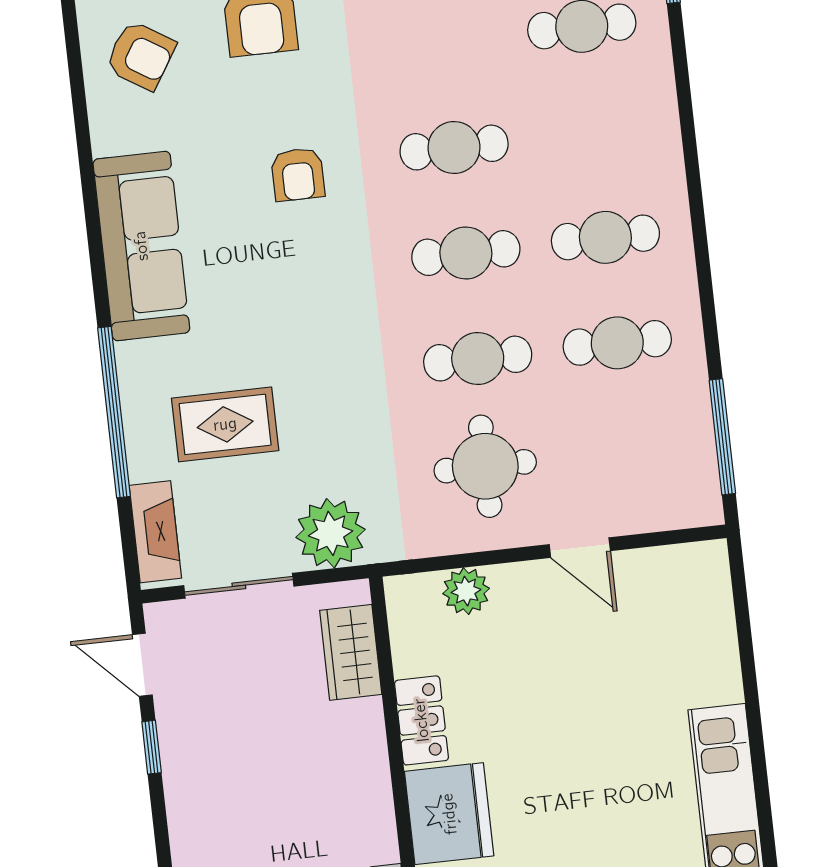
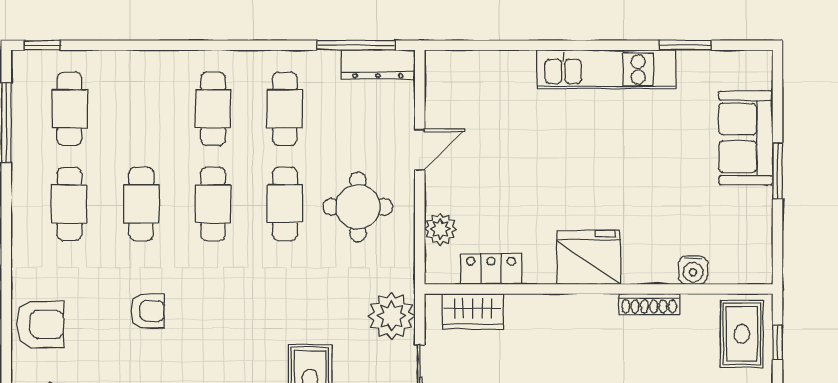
cafe table: (442, 42) -> (69, 204), added
dresser: (698, 472) -> (378, 64), added
locker: (421, 720) -> (491, 269), moved

